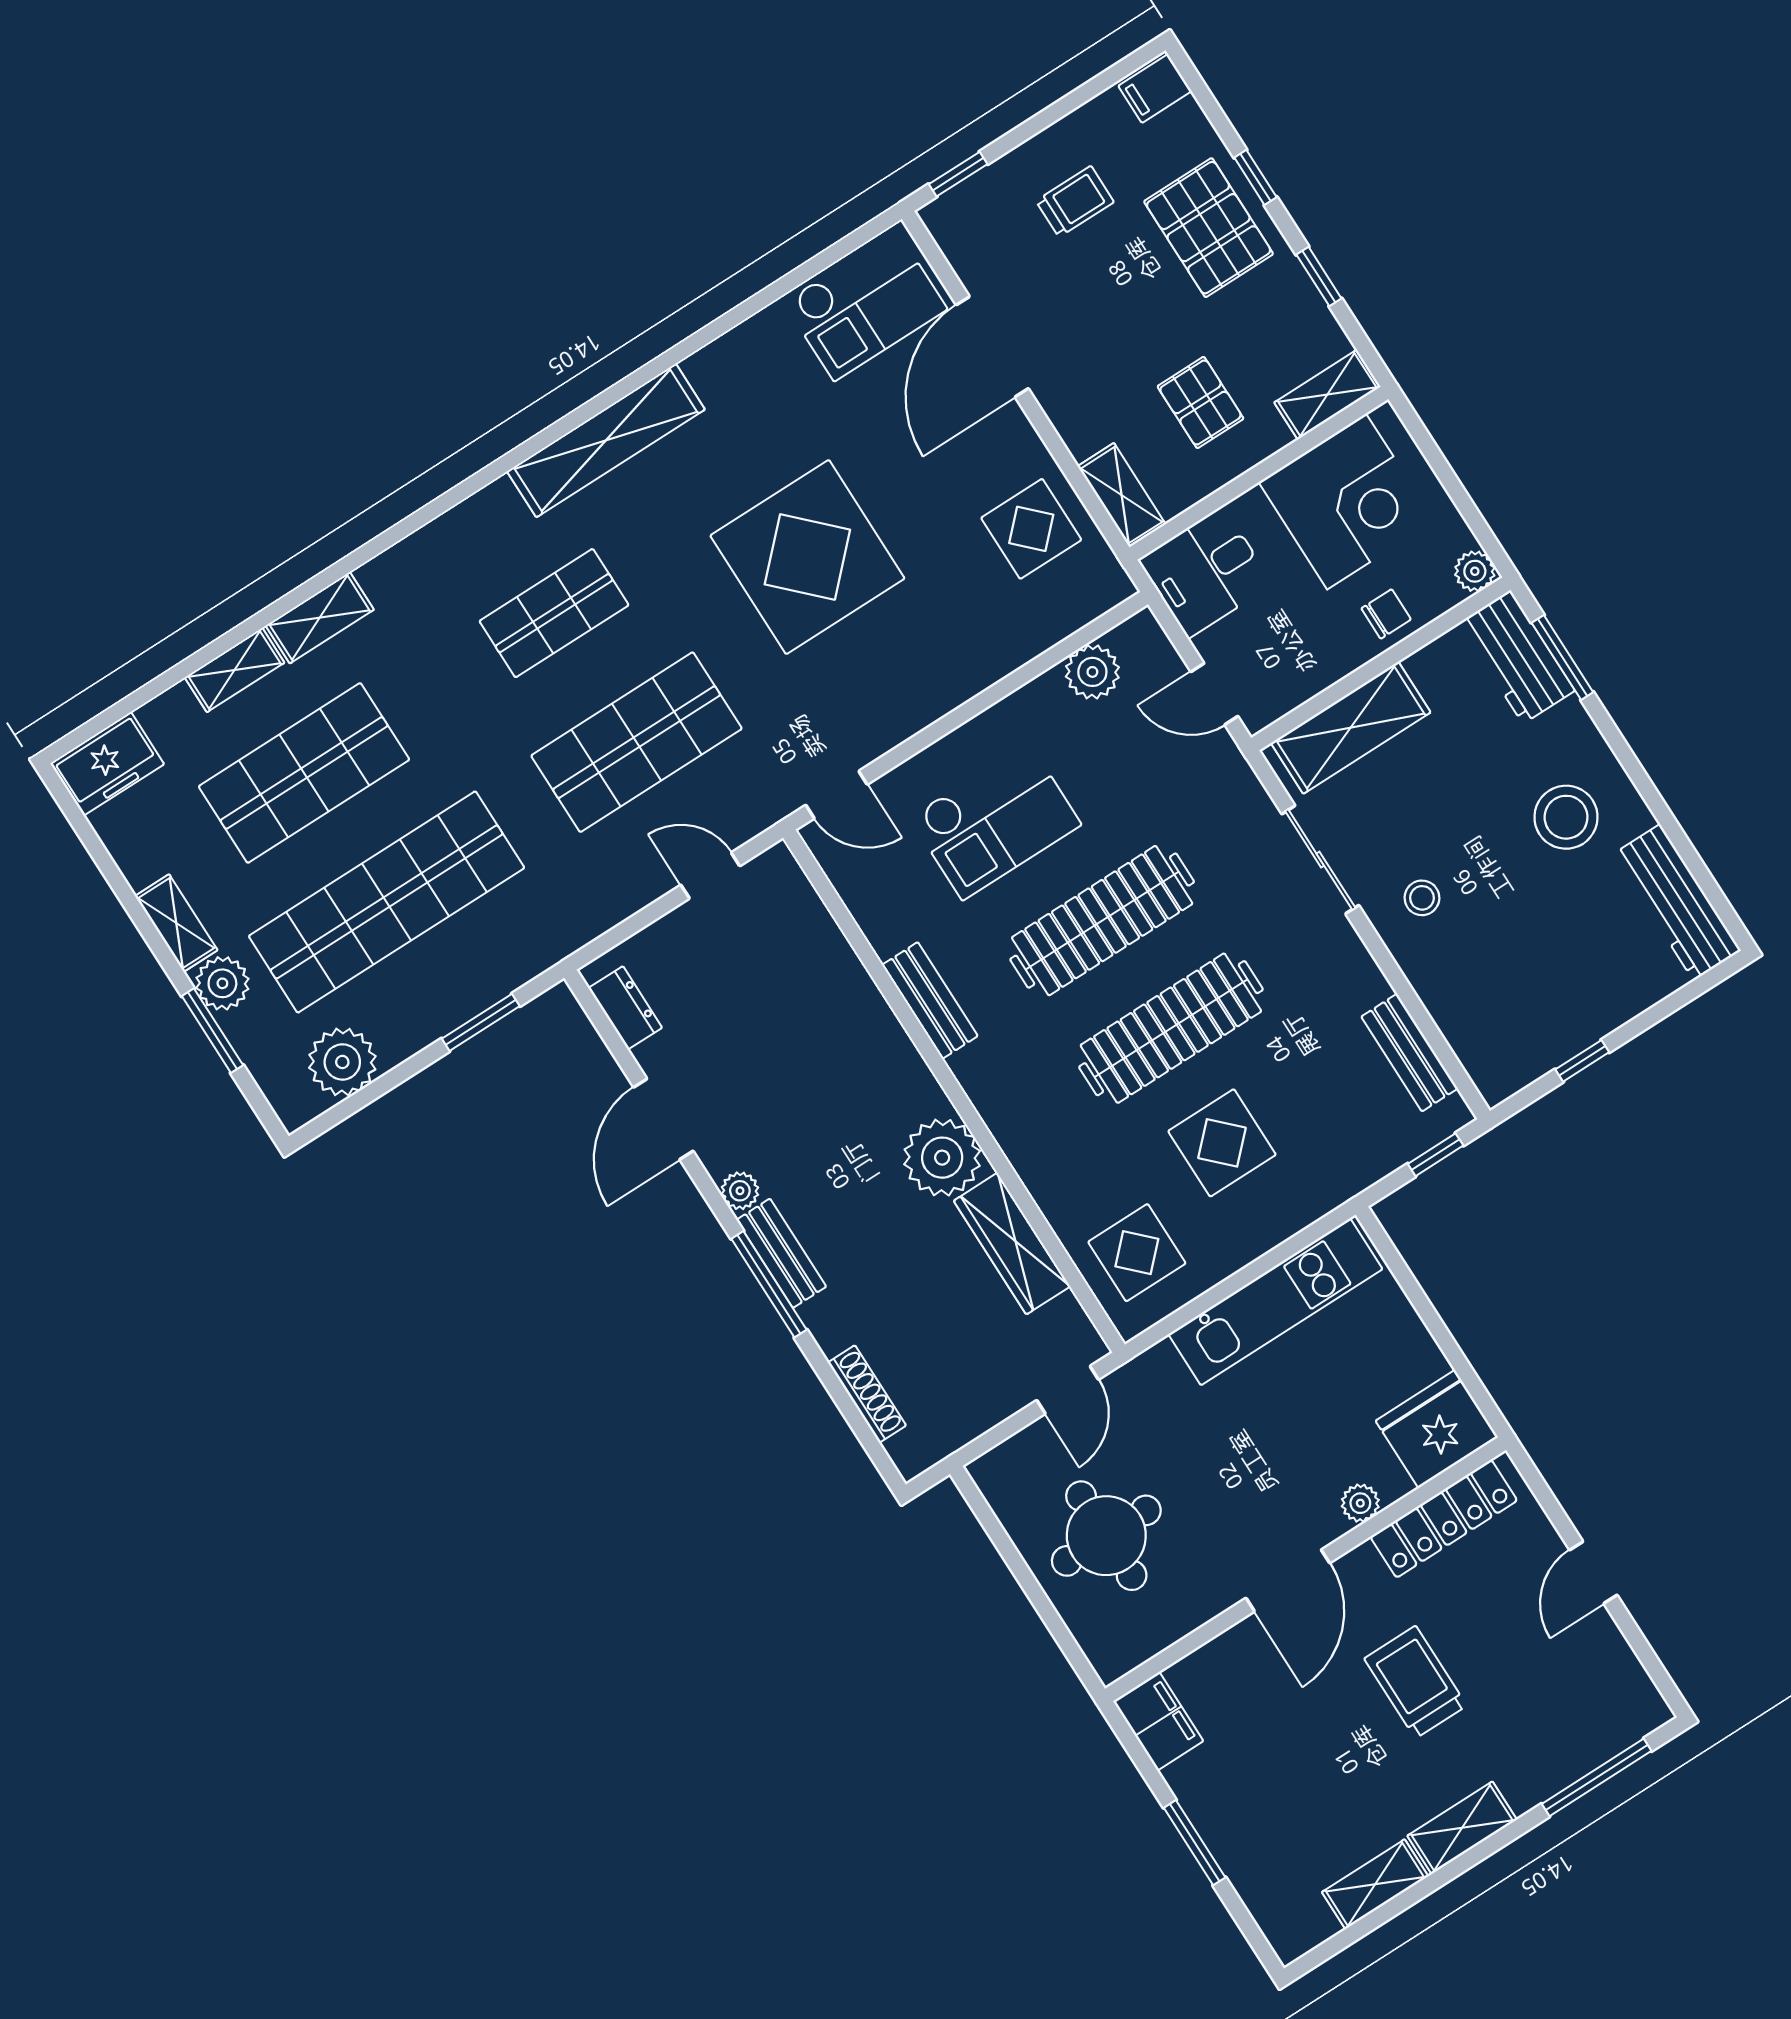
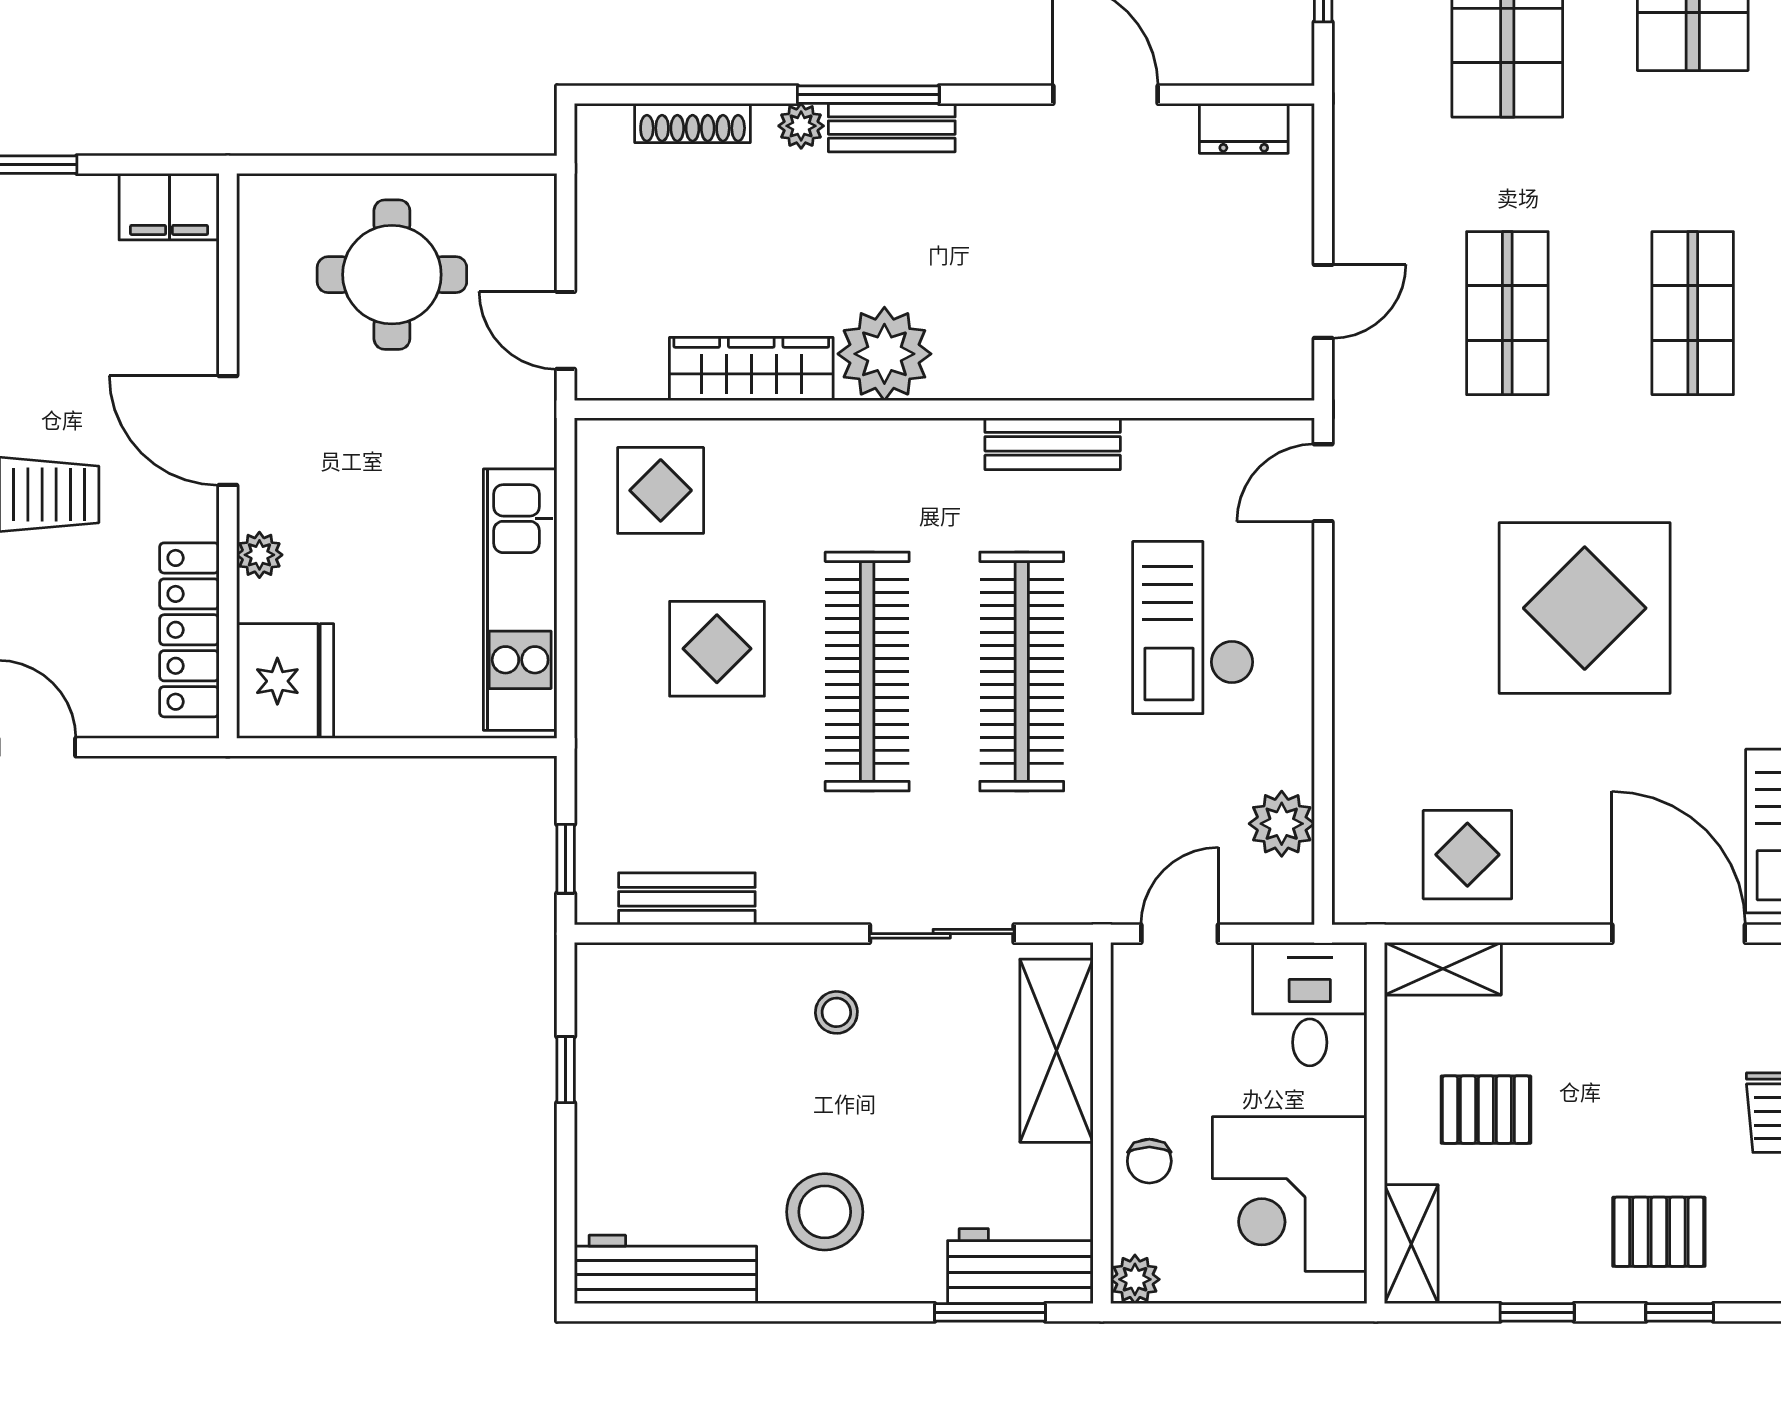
pallet: (1209, 228) -> (1659, 1232), width x0.67, depth x0.71
shop shelf: (637, 742) -> (1507, 313), width x0.70, depth x0.74
plant: (740, 1191) -> (801, 126), moved

